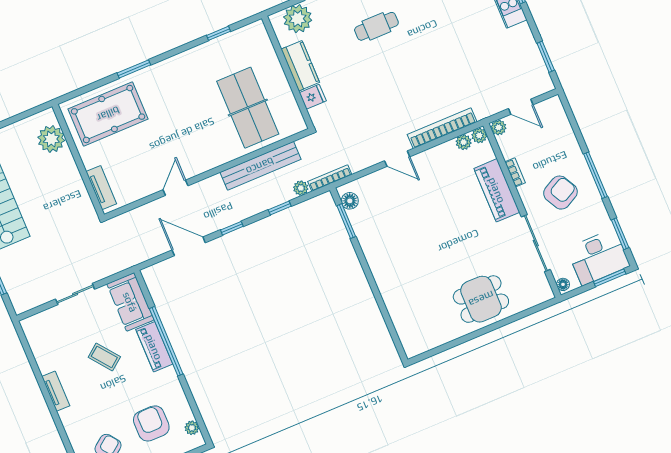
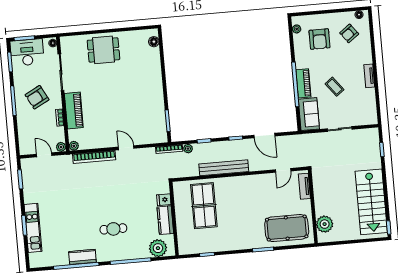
plant: (464, 142) -> (84, 145), removed
bench: (260, 166) -> (224, 168), moved
door: (176, 188) -> (283, 170), moved
floor lamp: (350, 201) -> (154, 42), moved

